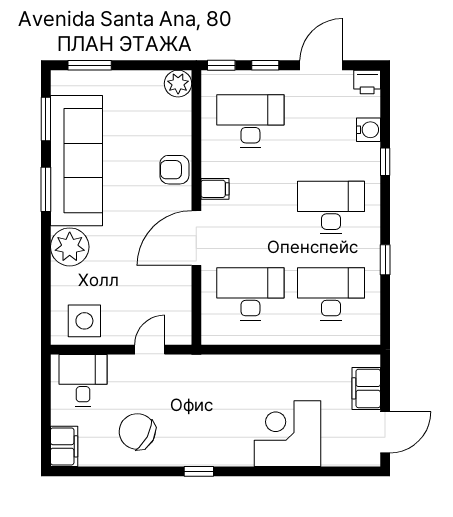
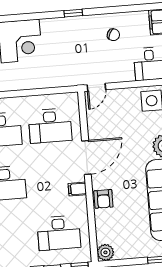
armchair: (174, 170) -> (103, 199), turned 90
door: (150, 350) -> (96, 87), moved
chair: (137, 431) -> (113, 35), width x0.54, depth x0.54

